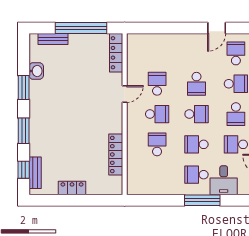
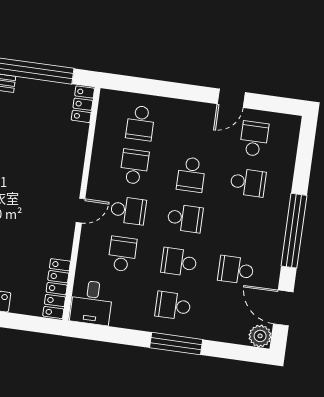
locker: (116, 53) -> (83, 104), width x0.66
door: (125, 94) -> (81, 211), moved
school desk: (236, 114) -> (140, 123), moved
locker: (116, 155) -> (57, 289), moved
desk: (224, 180) -> (92, 303), moved

